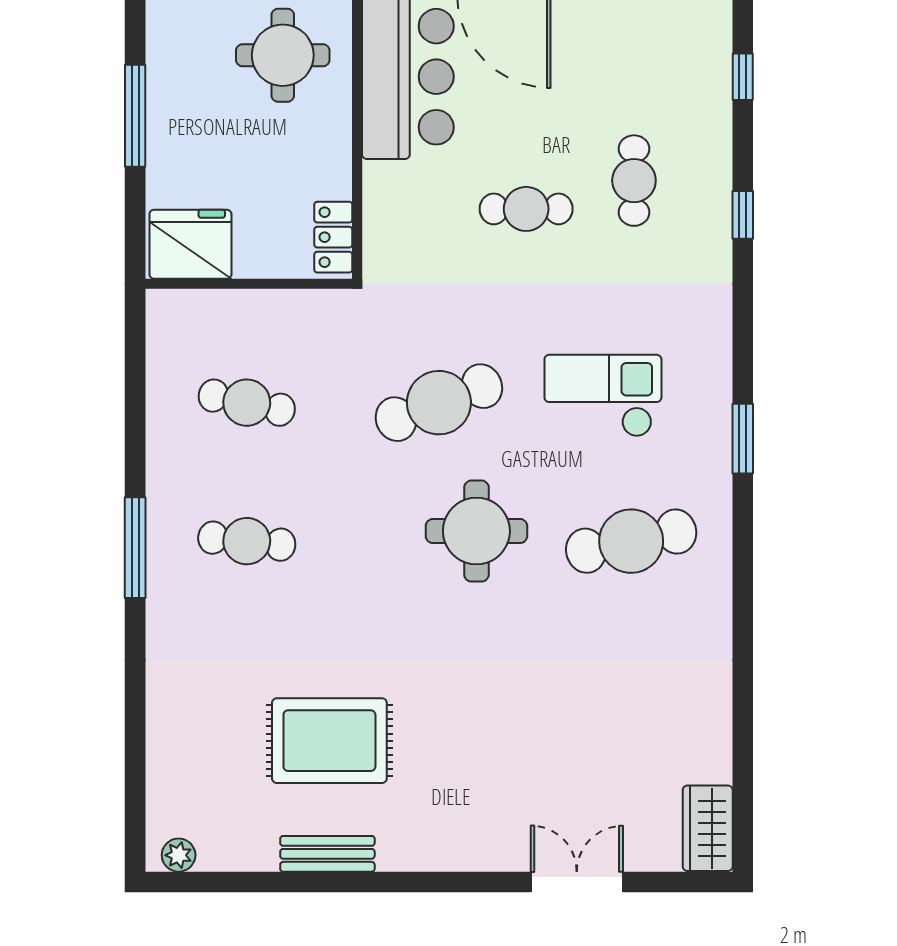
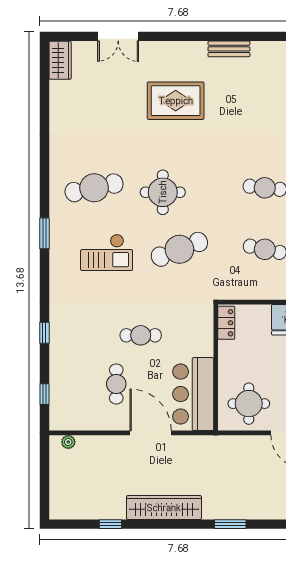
cafe table: (634, 181) -> (116, 384), moved
rug: (329, 741) -> (176, 101), moved

